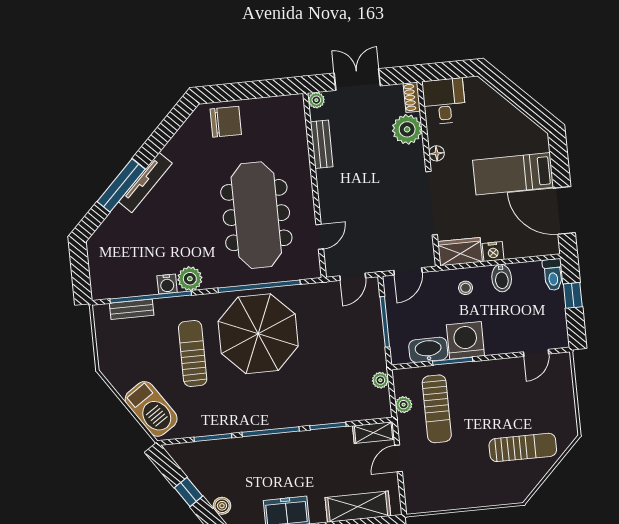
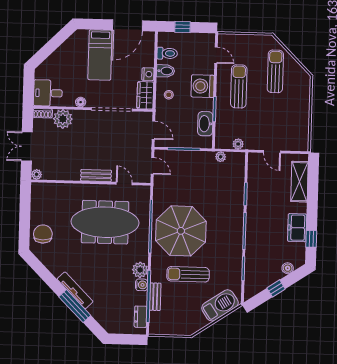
bench: (322, 144) -> (96, 176), moved
toilet: (553, 275) -> (167, 53), moved
dresser: (118, 289) -> (141, 317), added
bench: (132, 309) -> (155, 297), moved
washing machine: (465, 340) -> (203, 86), moved
sun lounger: (437, 409) -> (239, 86), moved, turned -90
shelving: (374, 433) -> (254, 165), removed

